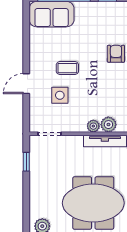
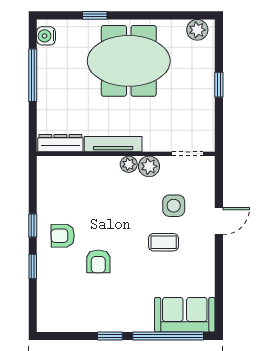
plant: (108, 125) -> (149, 166), moved
window: (26, 162) -> (219, 85), moved

